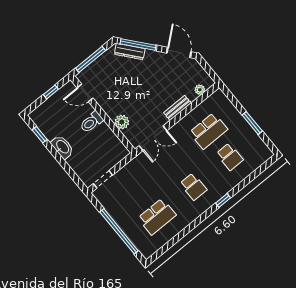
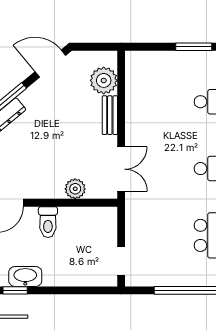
plant: (200, 90) -> (104, 80), width x1.88, depth x1.88
school desk: (209, 131) -> (163, 102), removed
washbasin: (62, 147) -> (25, 276), moved

